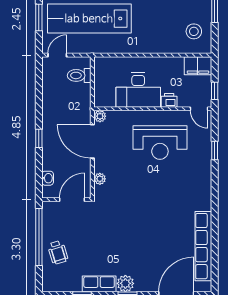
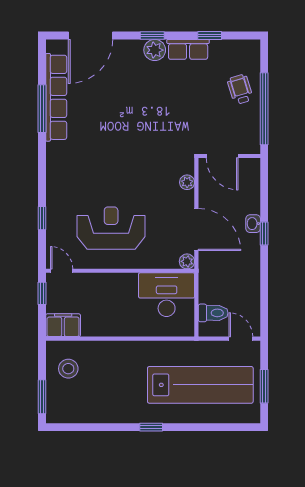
door: (57, 55) -> (241, 339), swing flipped
desk: (138, 90) -> (167, 295), moved
printer: (169, 100) -> (99, 282), removed
washbasin: (48, 178) -> (253, 224), moved
door: (72, 200) -> (222, 156), hinge flipped
window: (215, 237) -> (42, 109), added

